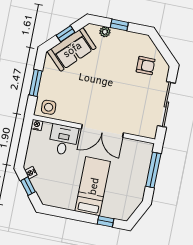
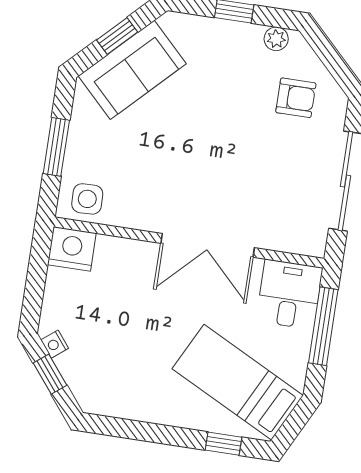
plant: (105, 32) -> (276, 39), moved
nightstand: (37, 125) -> (72, 249), width x1.89, depth x1.79
desk: (63, 140) -> (289, 294), moved
bed: (93, 186) -> (238, 382), moved, turned -63

